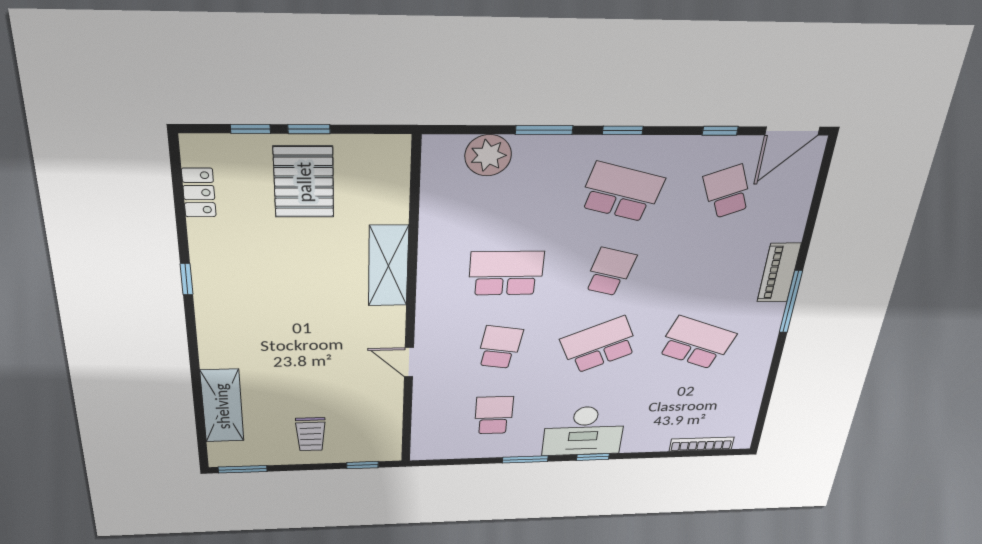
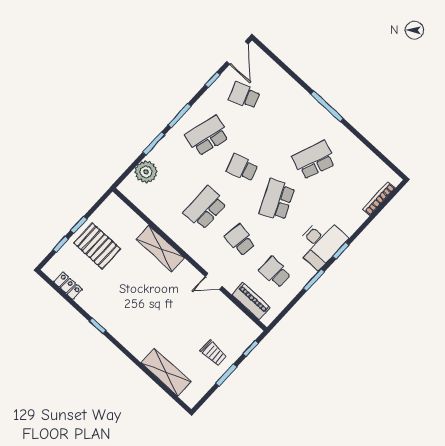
window: (623, 130) -> (180, 115), width x1.50
school desk: (610, 272) -> (242, 168), turned -33
piano: (779, 273) -> (251, 301), moved, turned 180
window: (243, 469) -> (226, 375), moved

